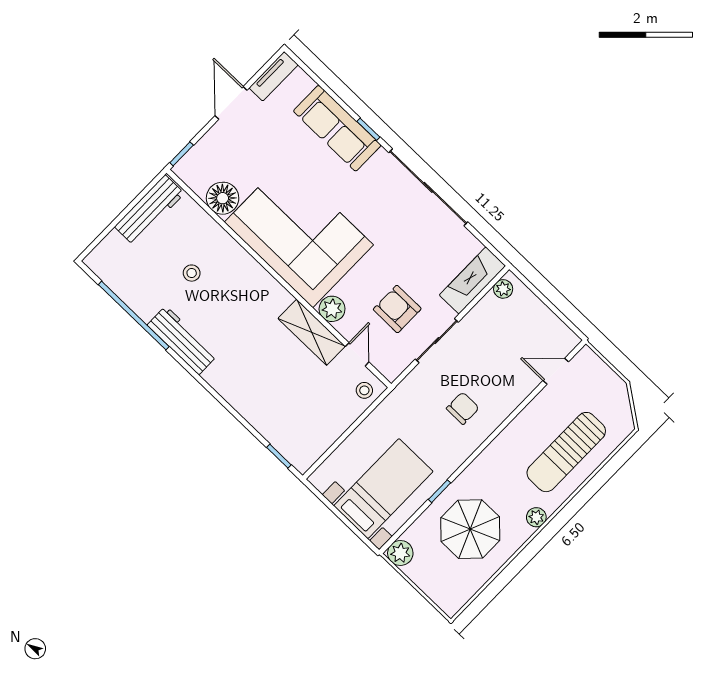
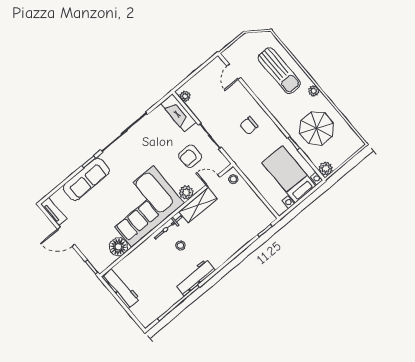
stool: (192, 273) -> (180, 245), moved
bicycle: (266, 283) -> (168, 227), added
chair: (463, 408) -> (249, 126), turned -90

